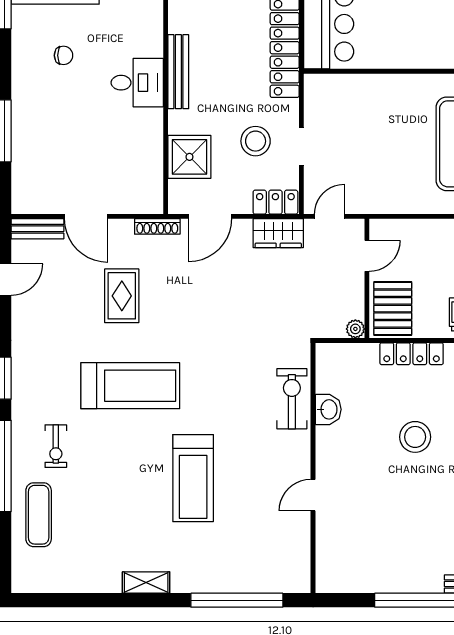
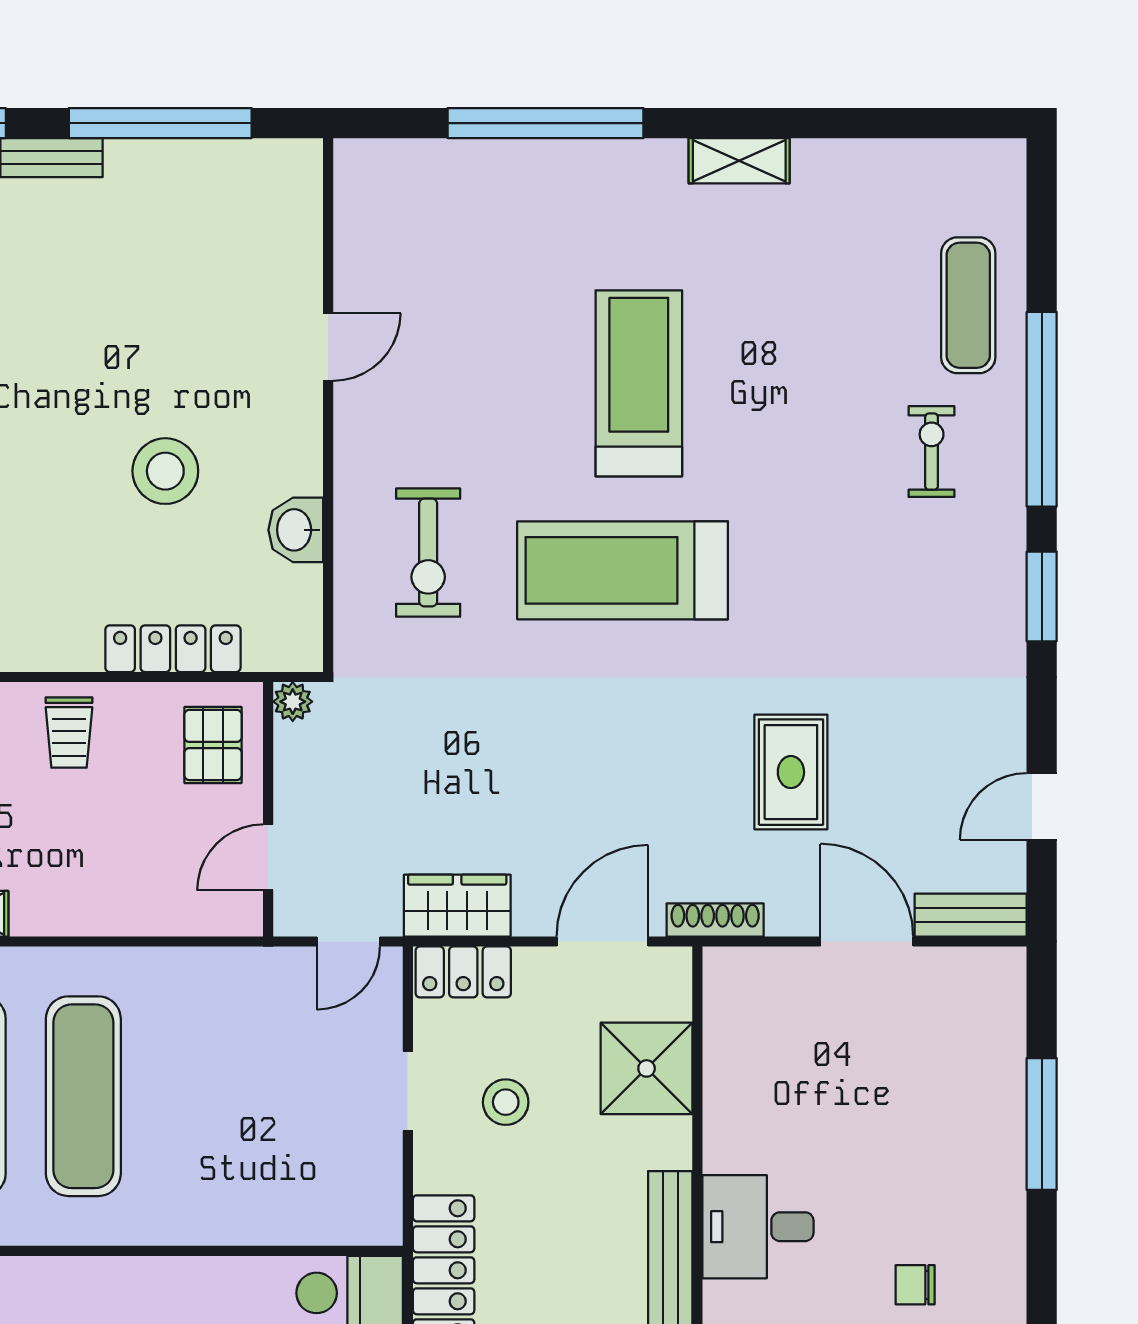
stool: (256, 141) -> (506, 1102), width x0.73, depth x0.73
pallet: (393, 309) -> (213, 745), width x0.67, depth x0.71
treadmill: (130, 386) -> (623, 570), moved
washbasin: (328, 409) -> (296, 530), moved
wall: (313, 468) -> (328, 405), moved
door: (313, 495) -> (328, 347), moved

